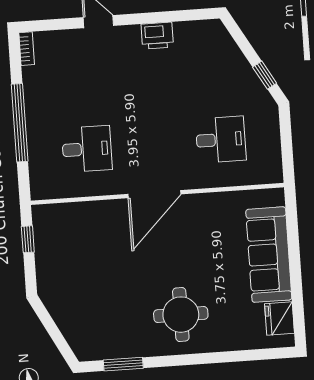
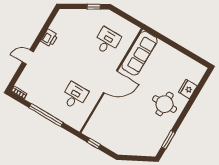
door: (154, 194) -> (110, 82), hinge flipped
sofa: (269, 255) -> (140, 53), moved, turned -90
fridge: (279, 318) -> (188, 89), moved, turned 90

